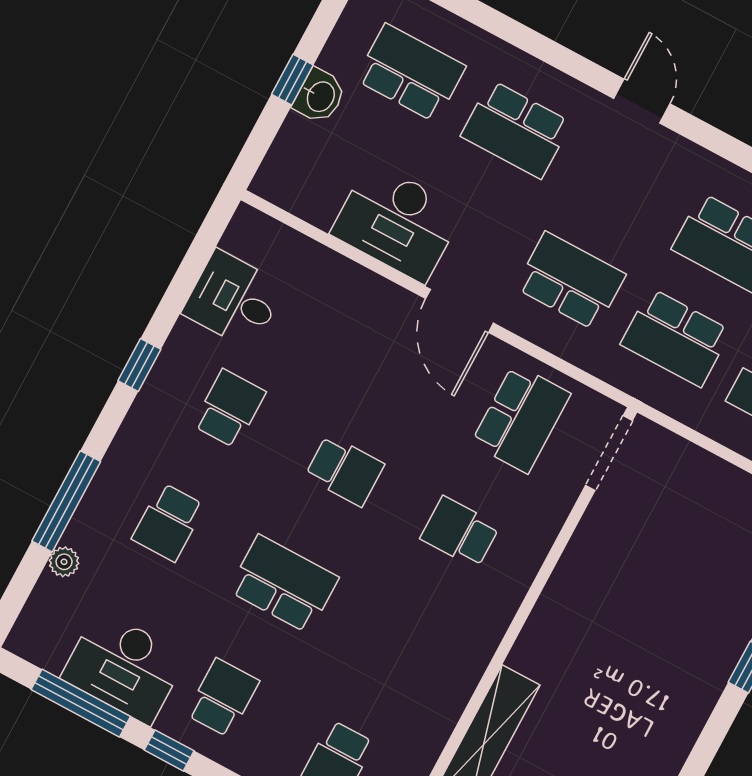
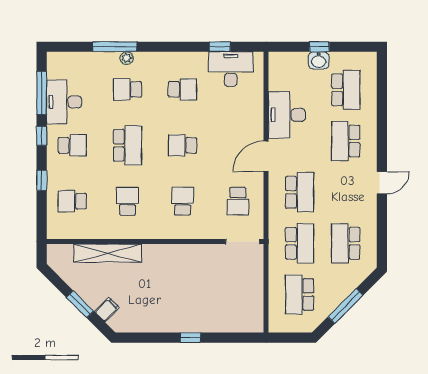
desk: (234, 299) -> (231, 69), width x1.37
school desk: (676, 338) -> (300, 243), turned 180
window: (139, 365) -> (220, 47), moved
school desk: (521, 419) -> (238, 201), width x0.54
school desk: (345, 470) -> (183, 145), turned 90
plant: (64, 562) -> (127, 58), moved
school desk: (399, 646) -> (127, 201), added

